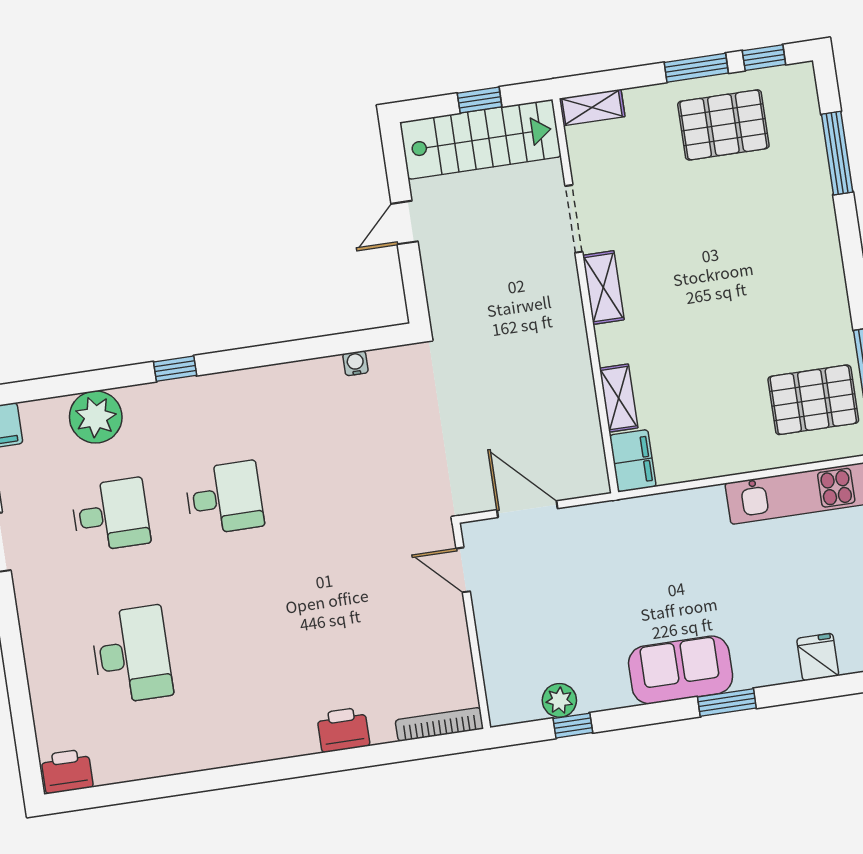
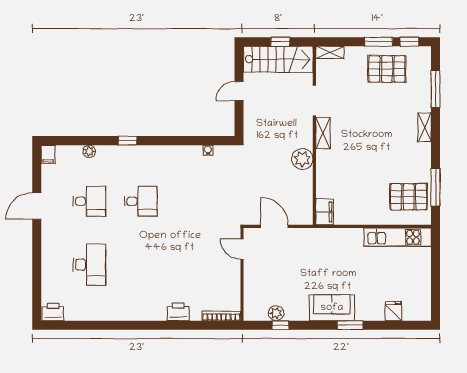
plant: (566, 351) -> (302, 159), added
shelving: (619, 398) -> (425, 127), moved
plant: (96, 417) -> (89, 151), width x0.53, depth x0.53

